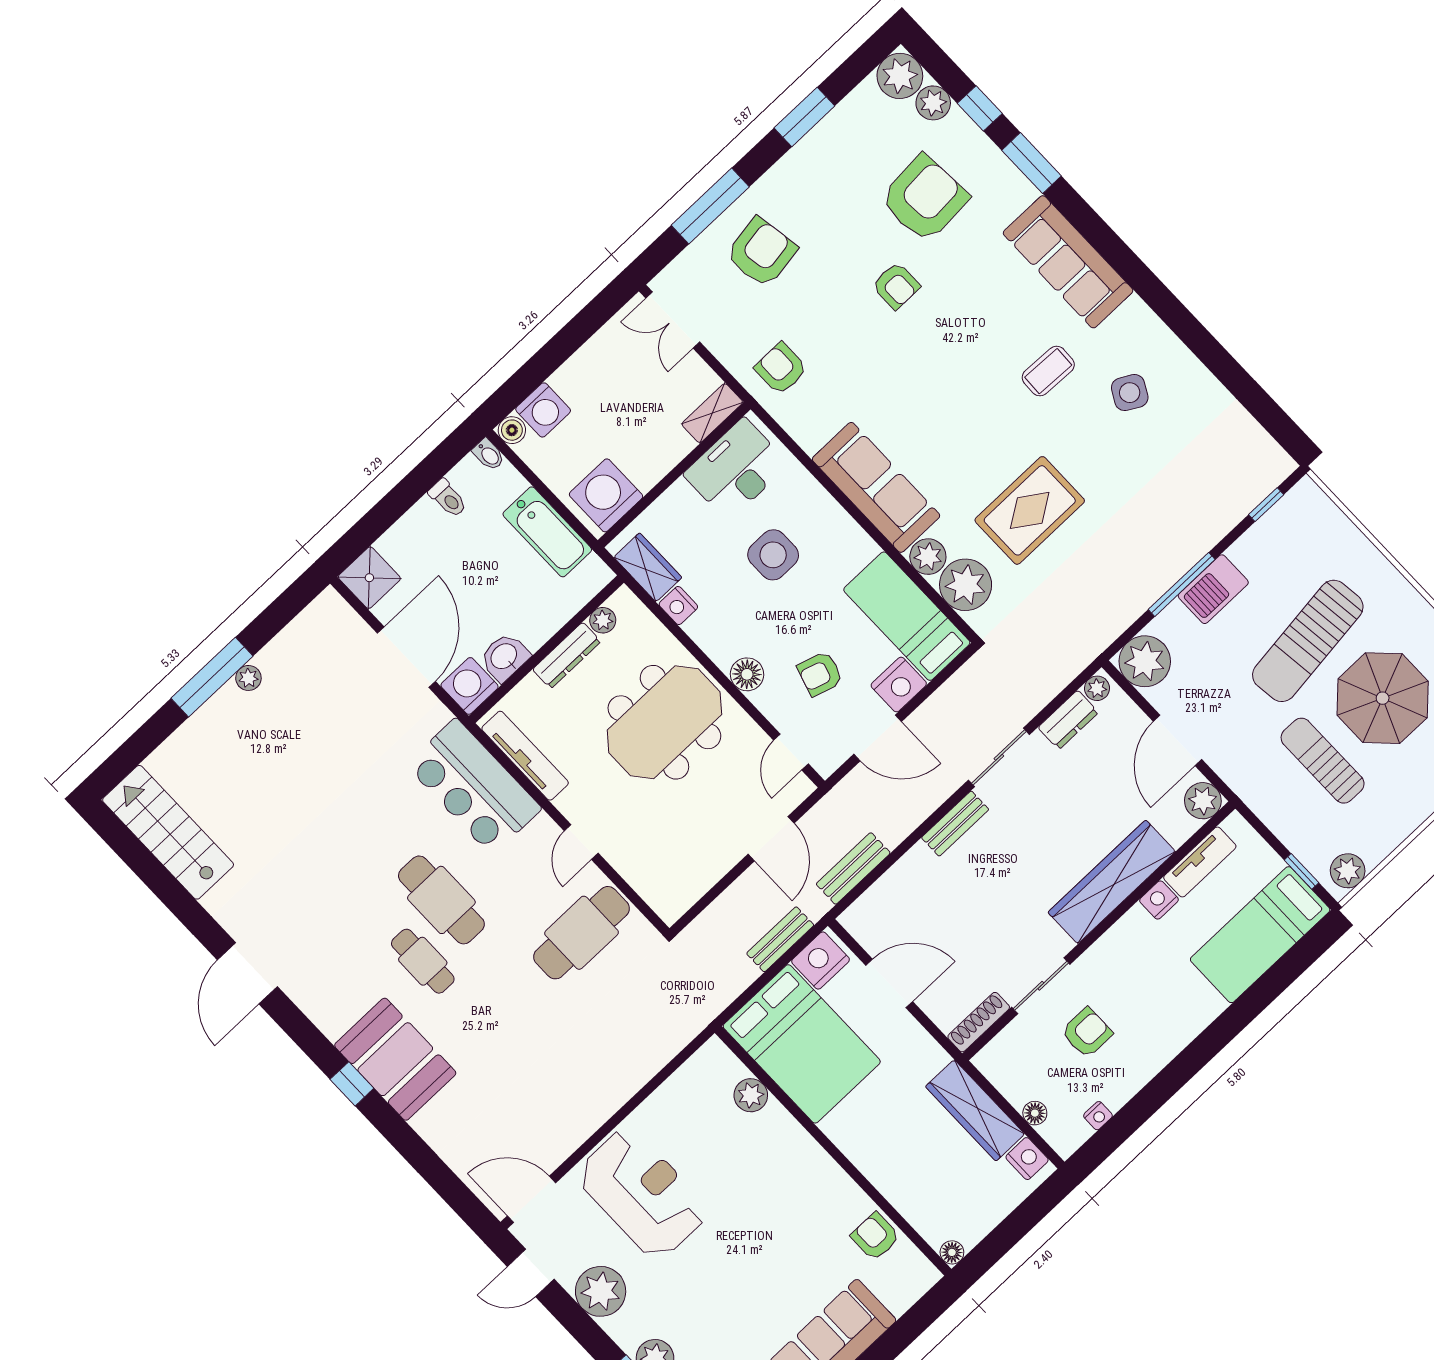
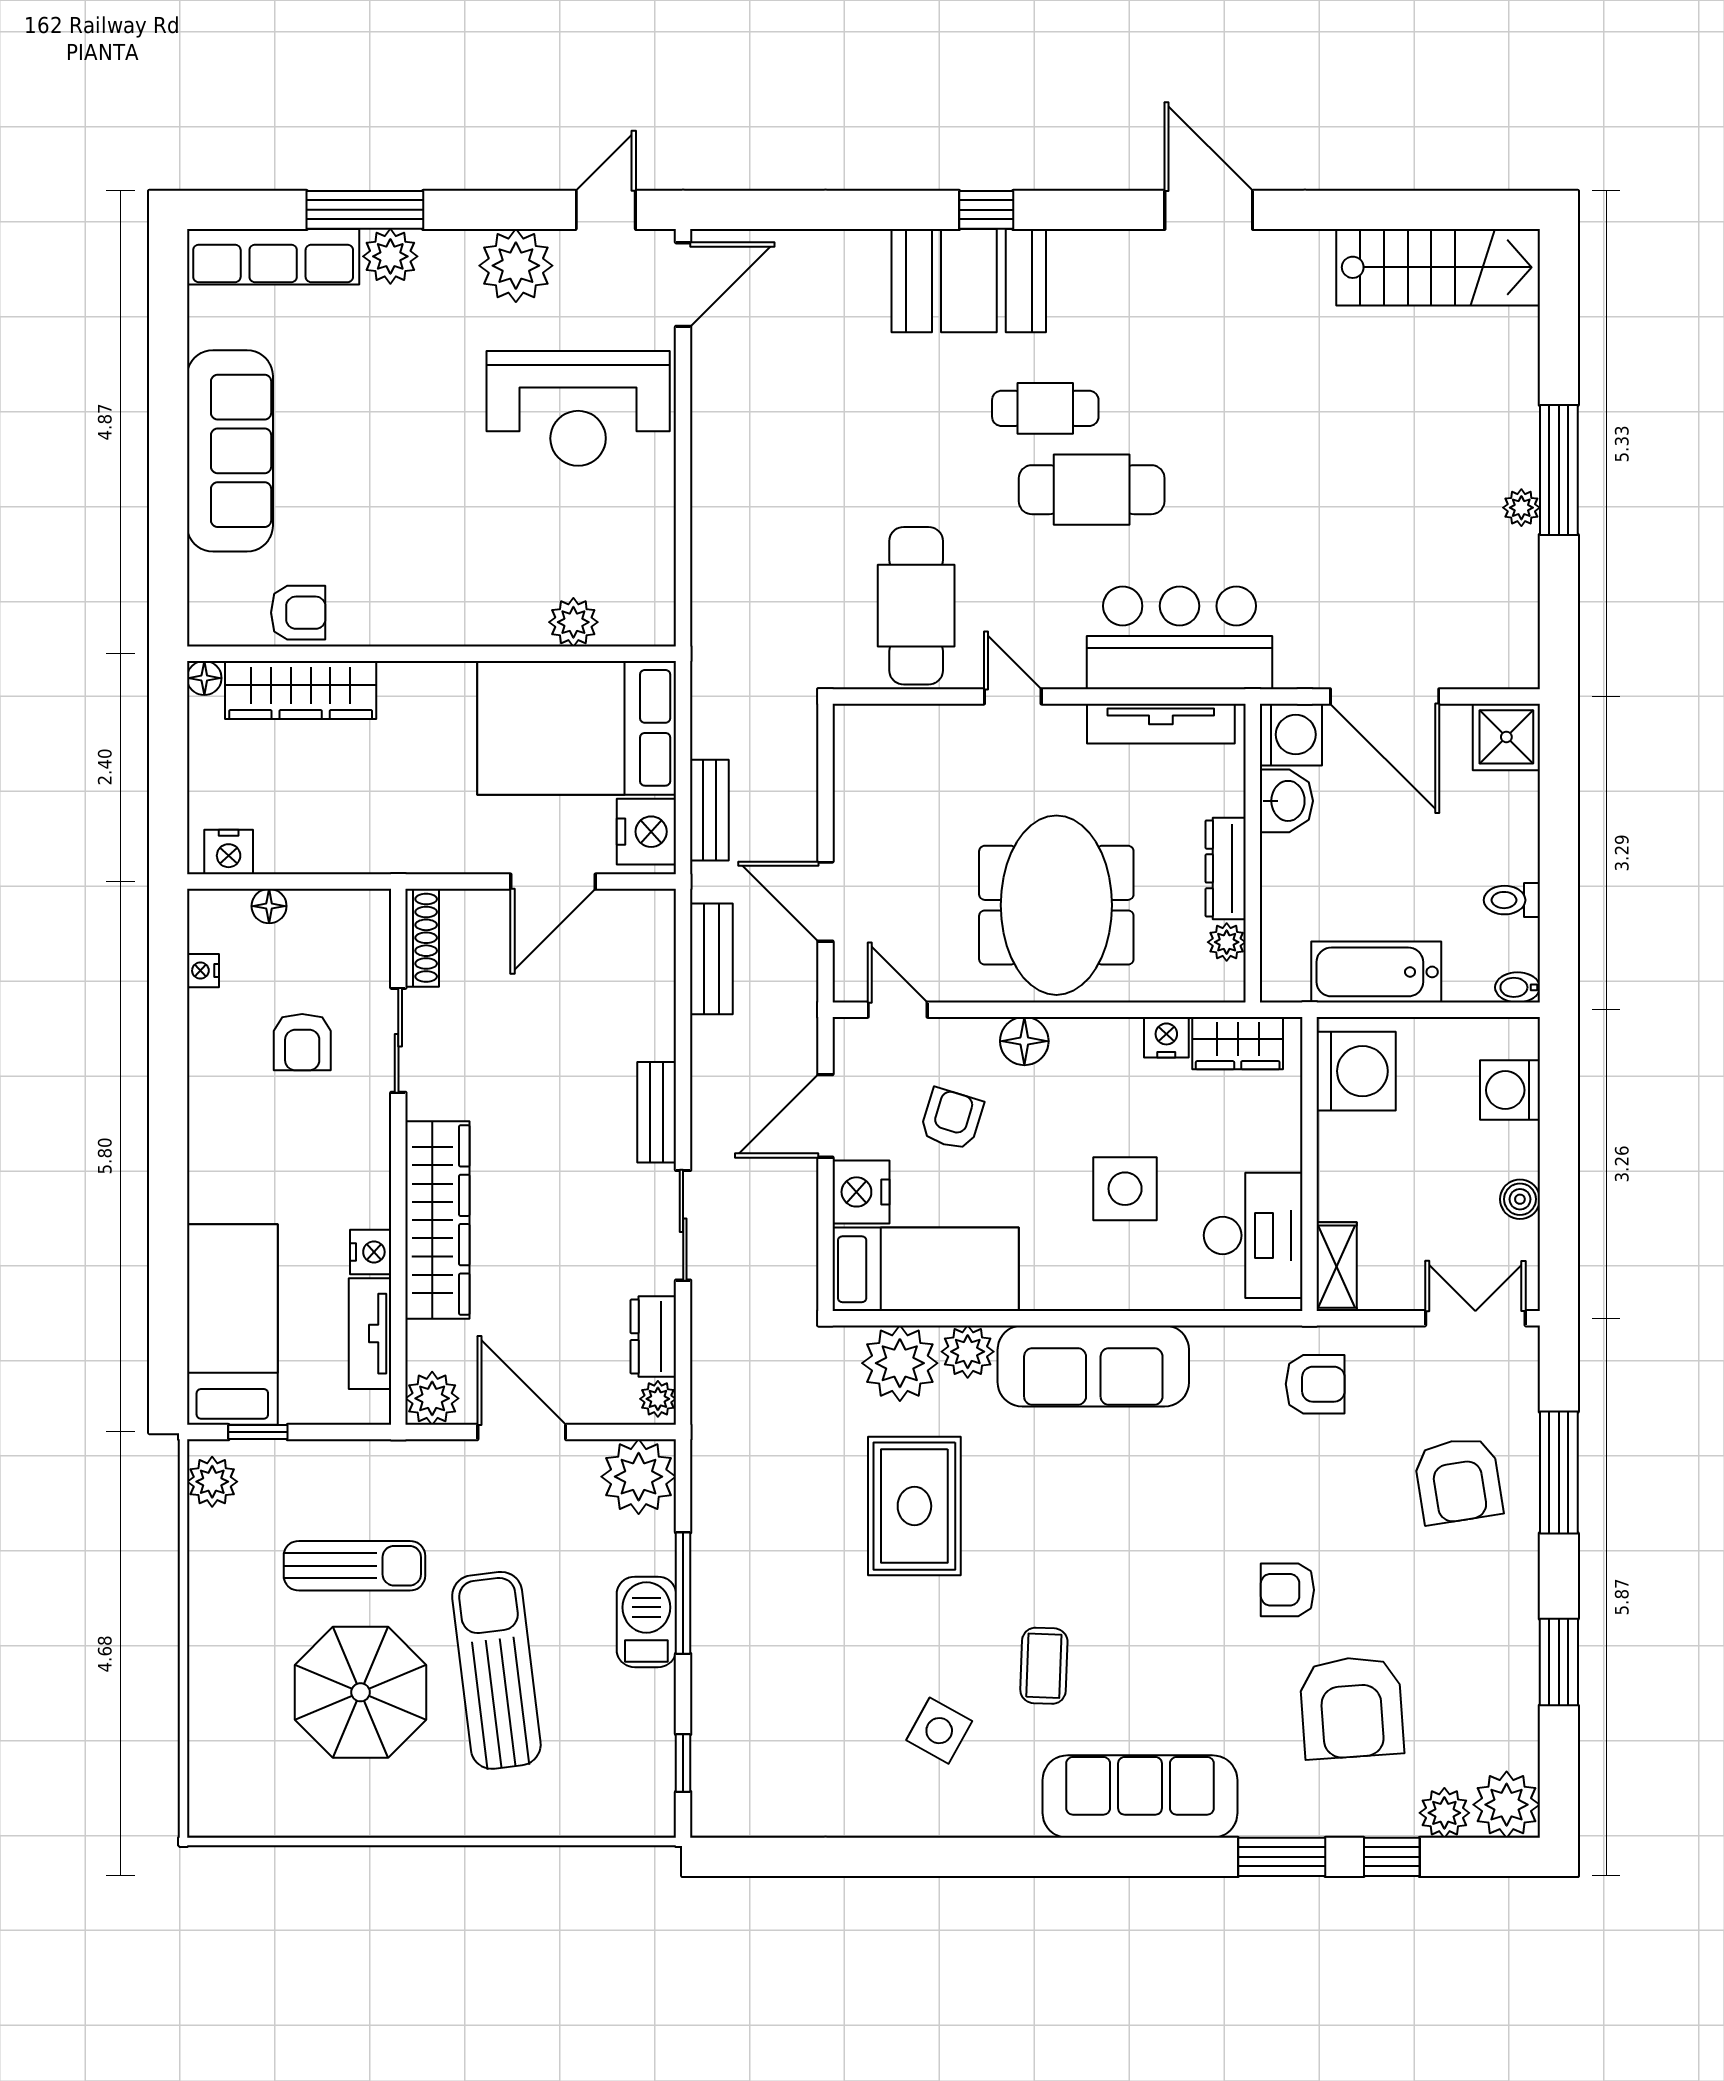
boiler: (512, 430) -> (1520, 1199), moved
wardrobe: (975, 1110) -> (301, 690), moved, turned 180

